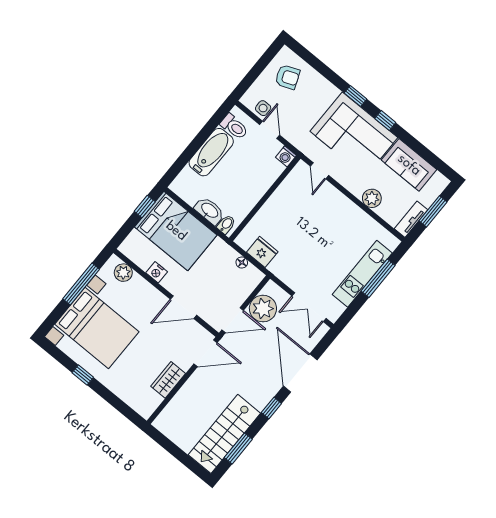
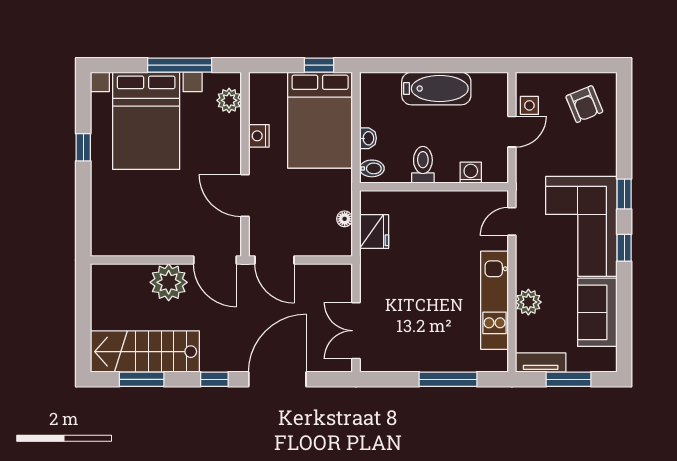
toilet: (234, 127) -> (423, 165), moved, turned 180
washing machine: (286, 156) -> (471, 173), moved, turned 90
washbasin: (209, 211) -> (368, 138), width x0.52, depth x0.69
kitchen unit: (362, 274) -> (495, 300), moved, turned -90
plant: (263, 309) -> (169, 282), moved
wardrobe: (168, 380) -> (153, 243), removed

